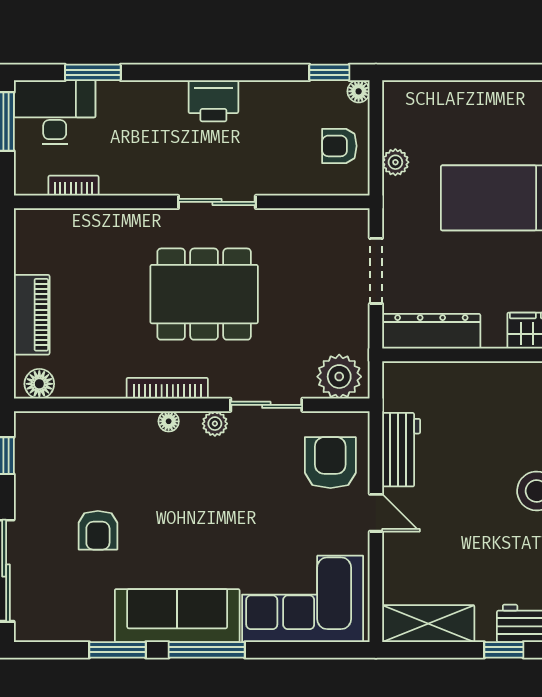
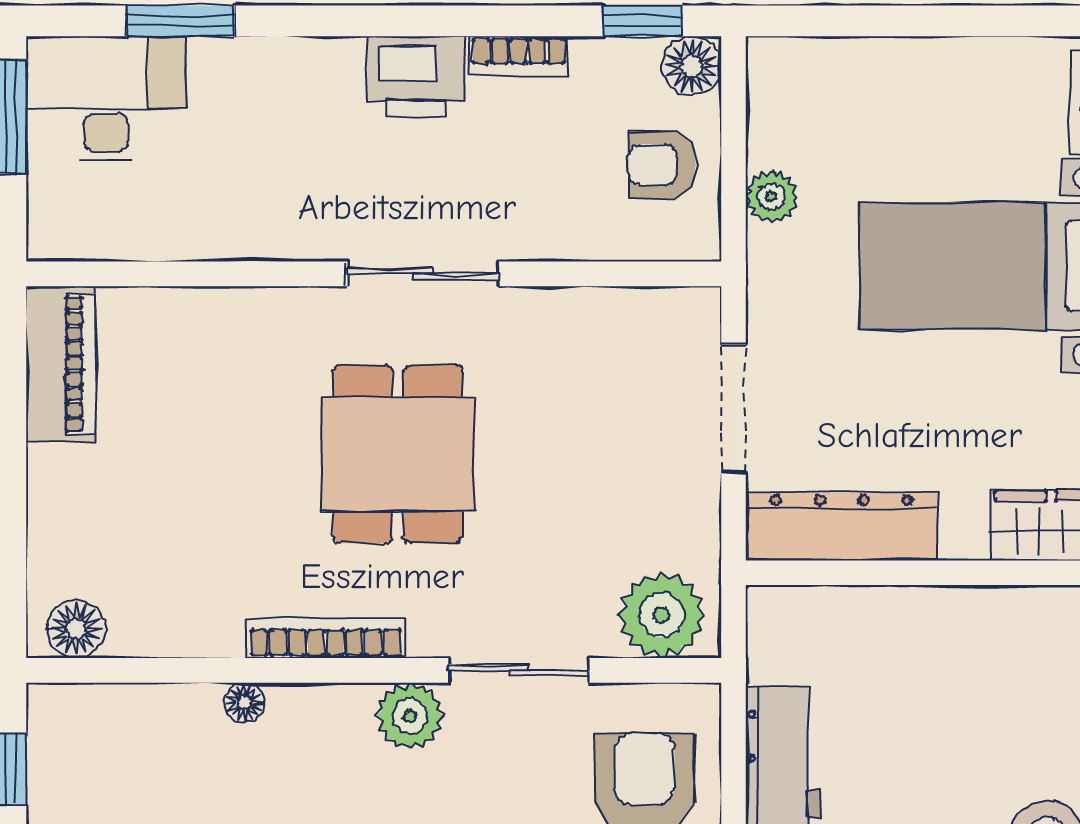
floor lamp: (359, 91) -> (691, 66), width x1.37, depth x1.37
bookcase: (73, 186) -> (518, 56), moved, turned 180
dining table: (204, 294) -> (398, 454), width x0.73
piano: (32, 315) -> (61, 364), moved
floor lamp: (169, 421) -> (244, 702), moved
plant: (215, 424) -> (410, 716), width x1.38, depth x1.38

